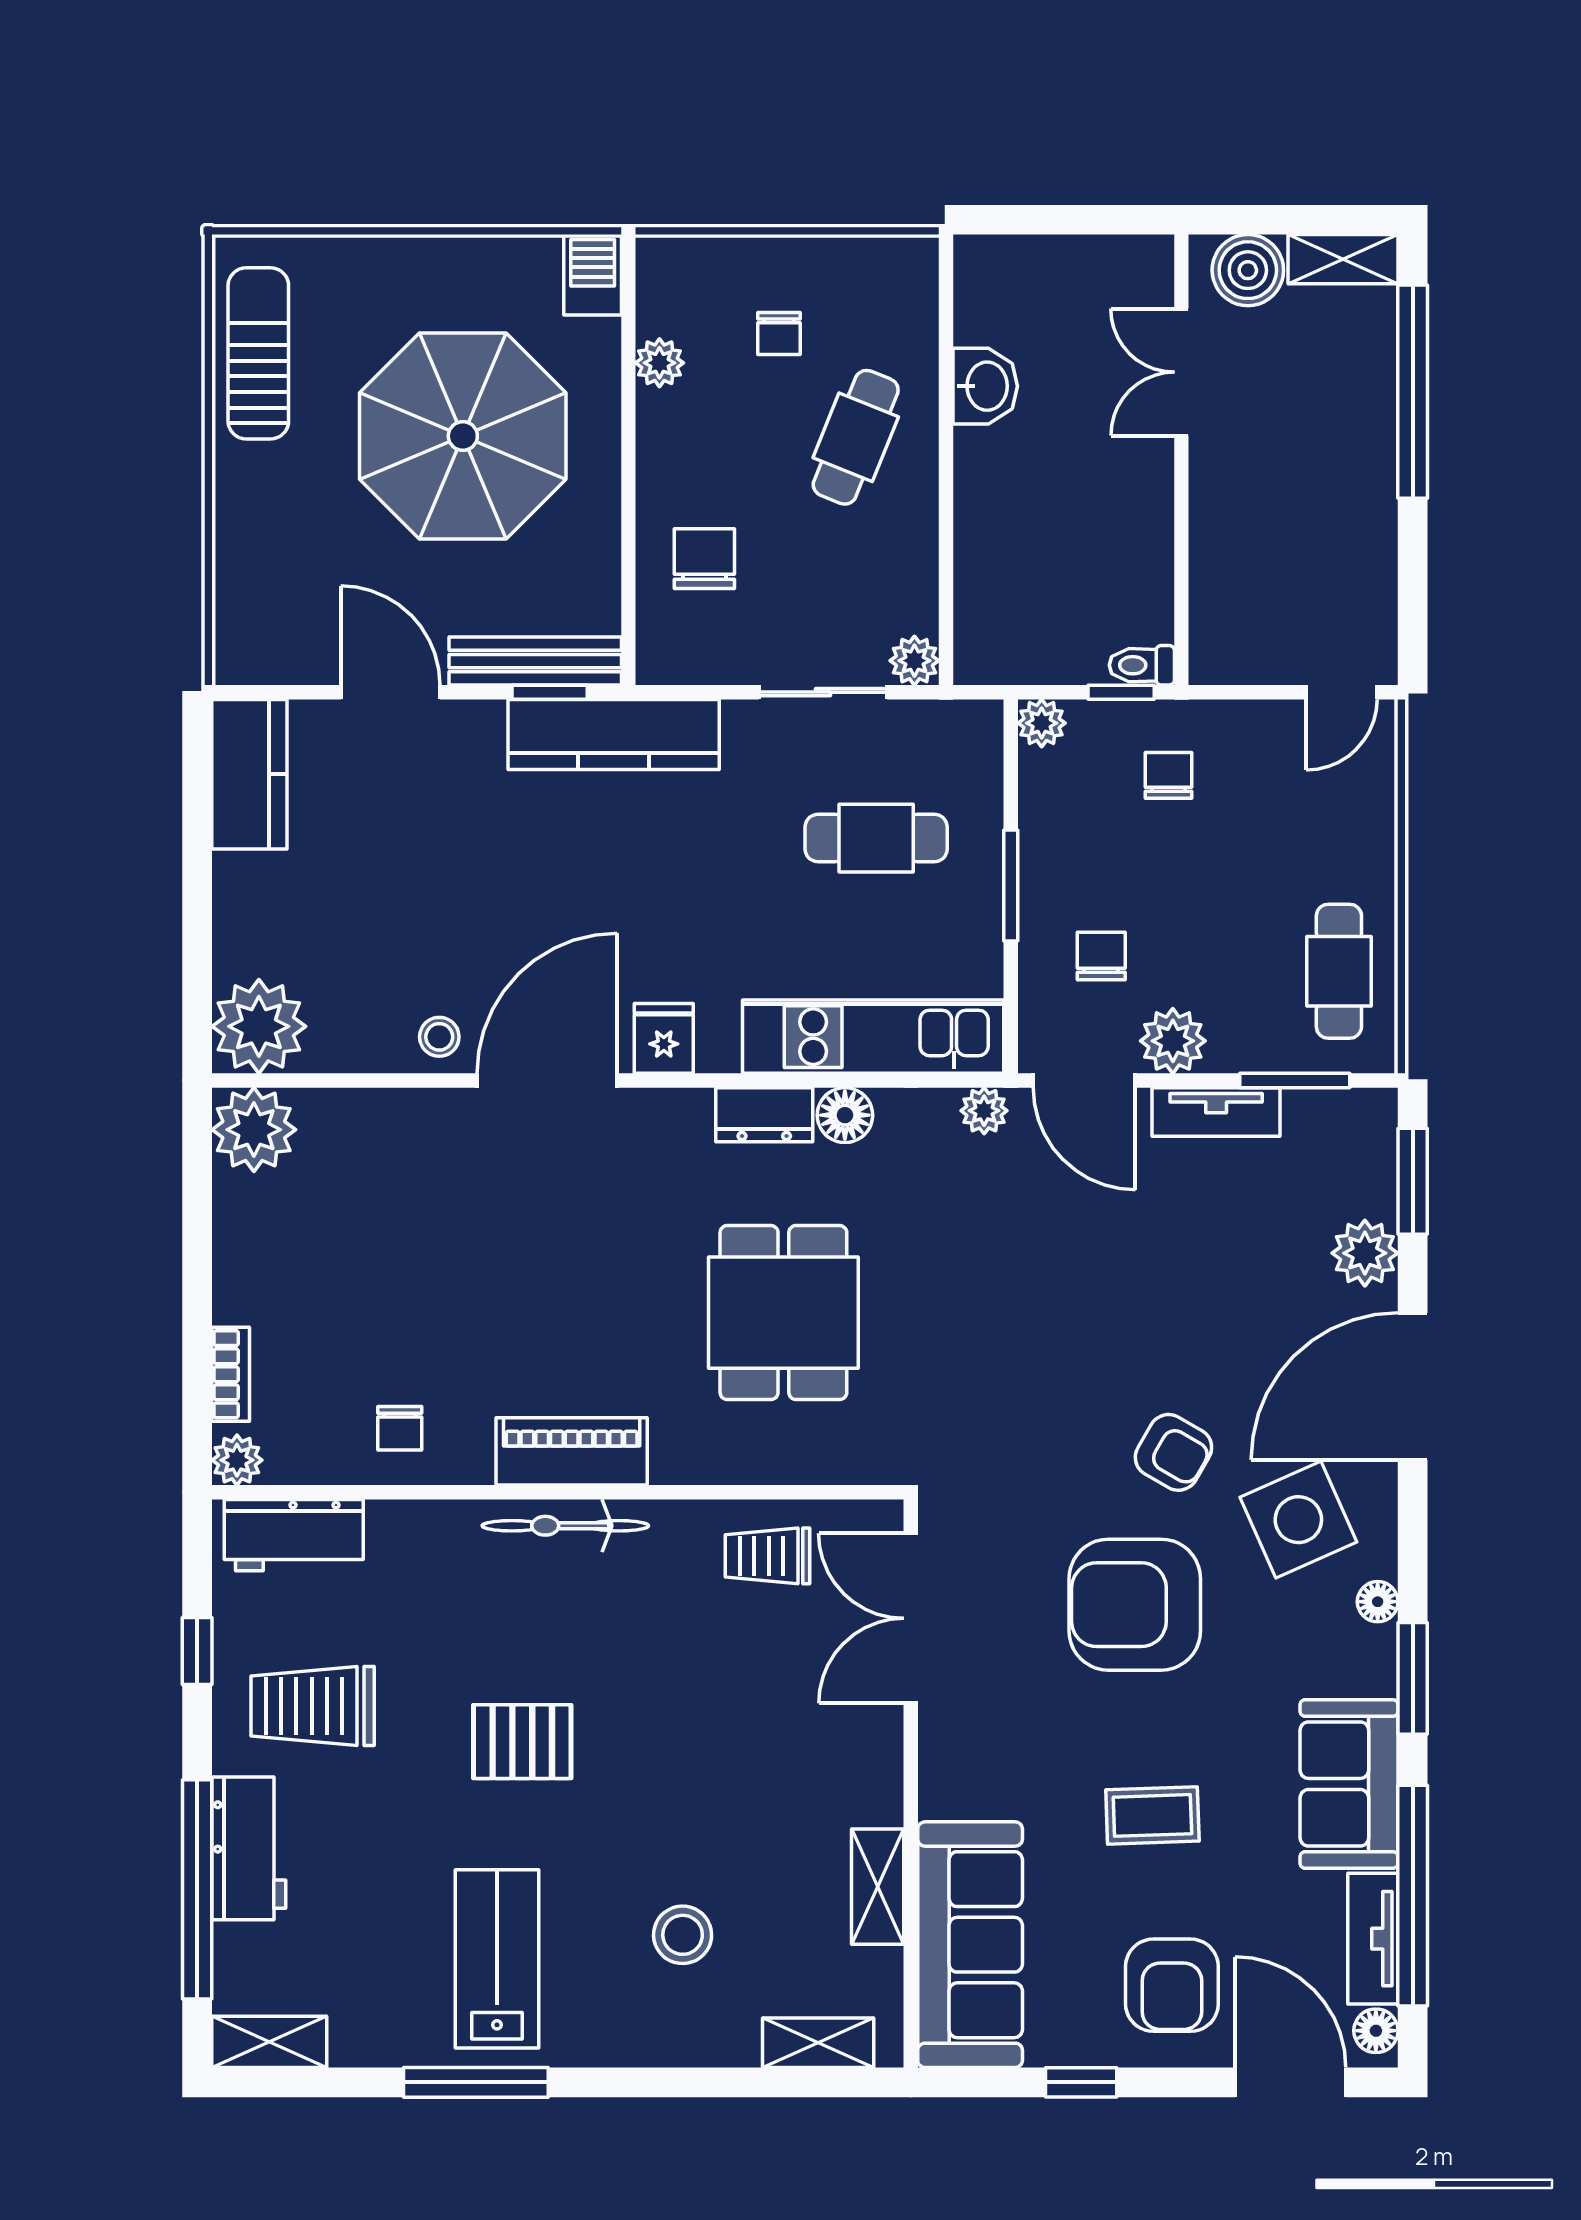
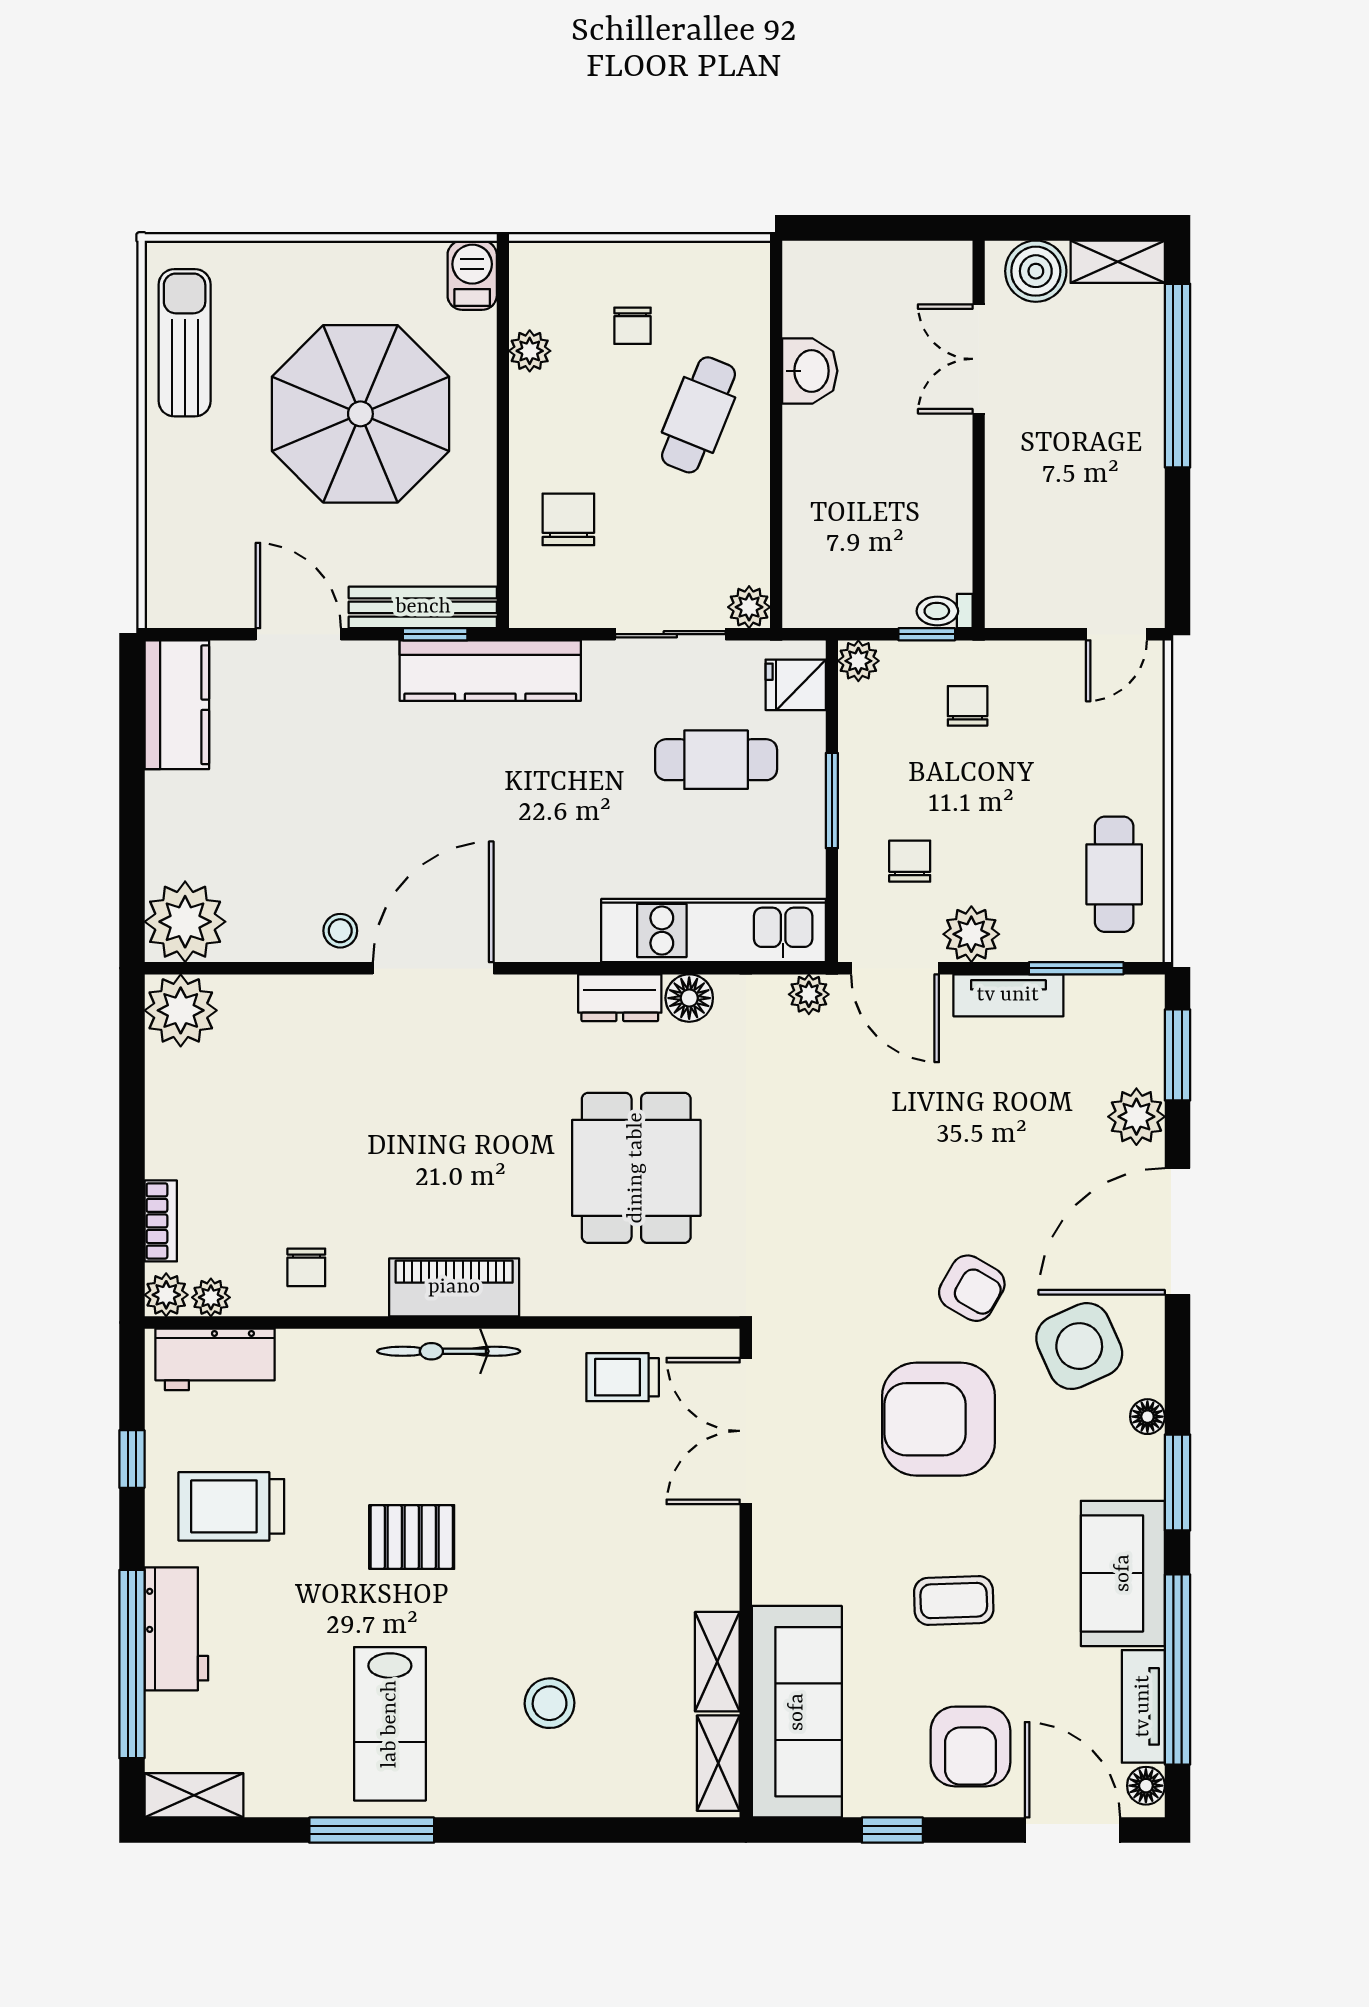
fridge: (664, 1038) -> (796, 685), moved, turned -90
plant: (289, 1463) -> (211, 1297), added
lab bench: (497, 1959) -> (390, 1724), turned 180
shelving: (818, 2043) -> (718, 1763), moved, turned 90

